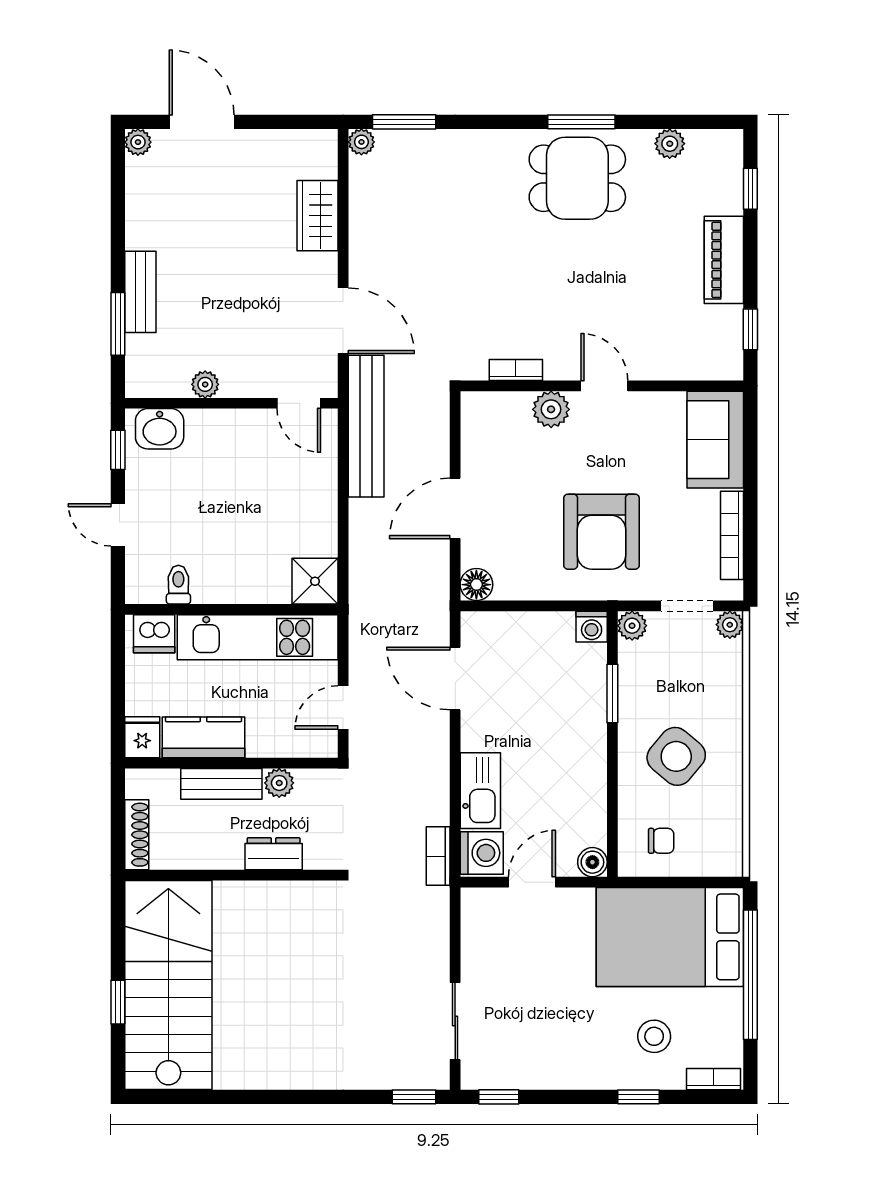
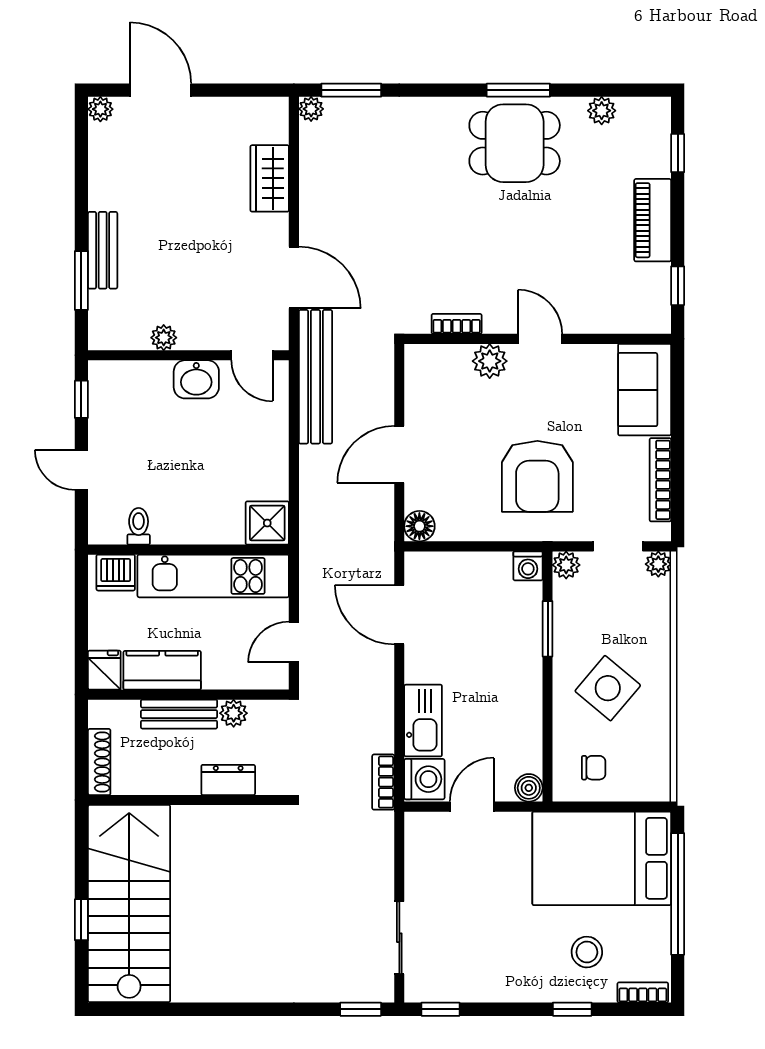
washbasin: (160, 429) -> (196, 379), moved

